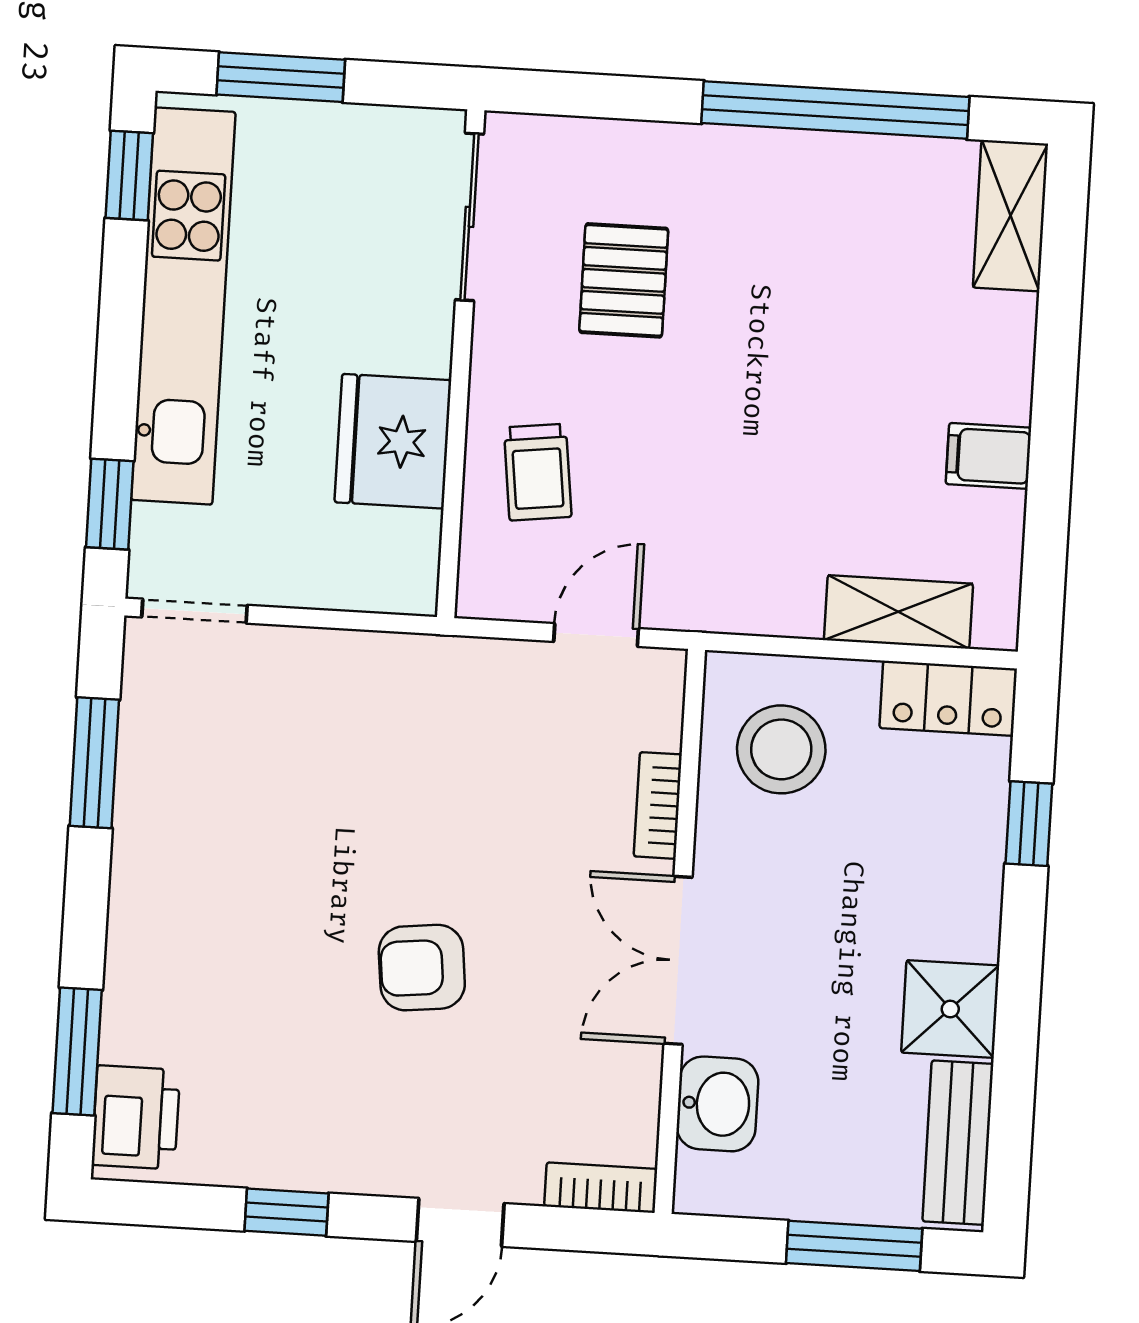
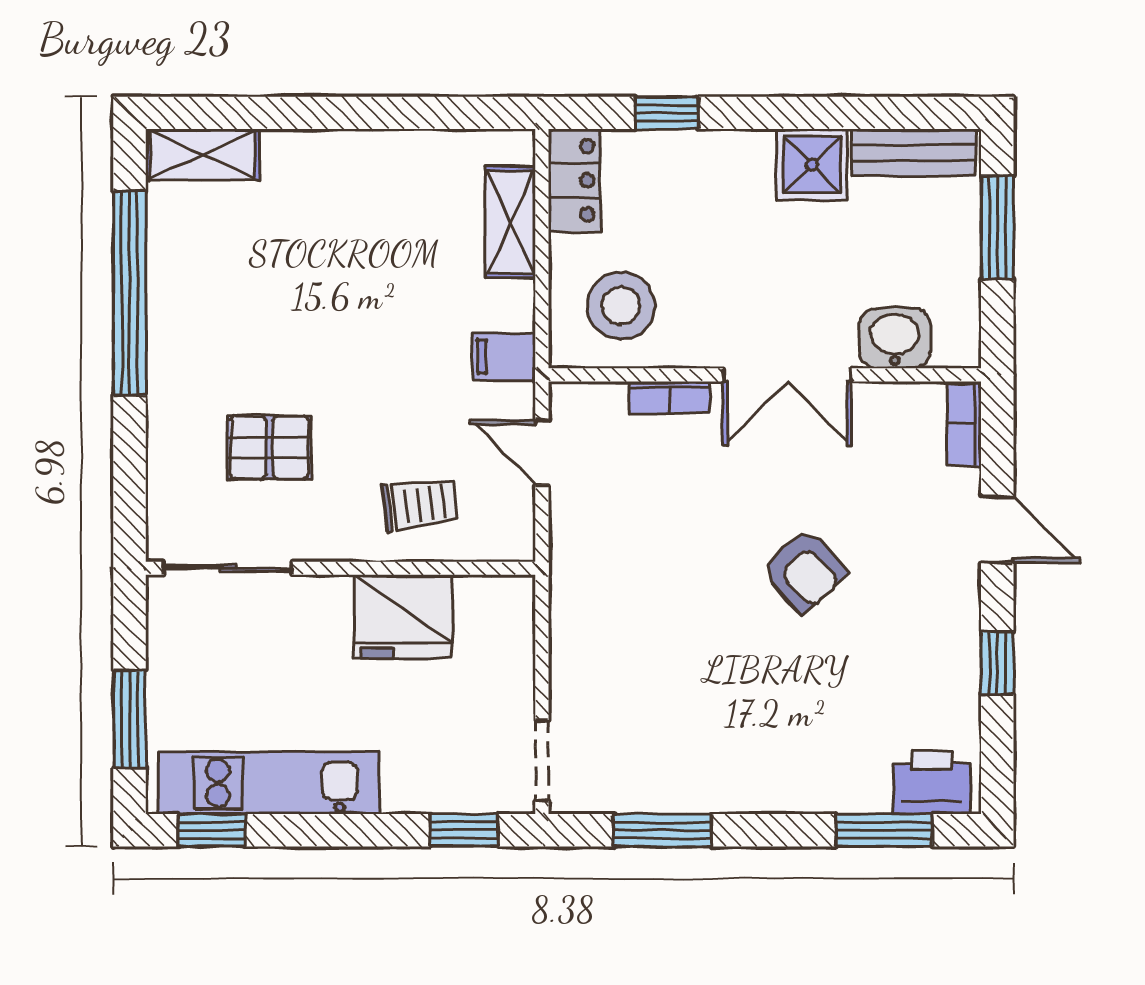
kitchen unit: (183, 306) -> (269, 783), width x0.73
filing cabinet: (989, 456) -> (504, 357), moved, turned 90
armchair: (422, 968) -> (804, 571), turned -36

